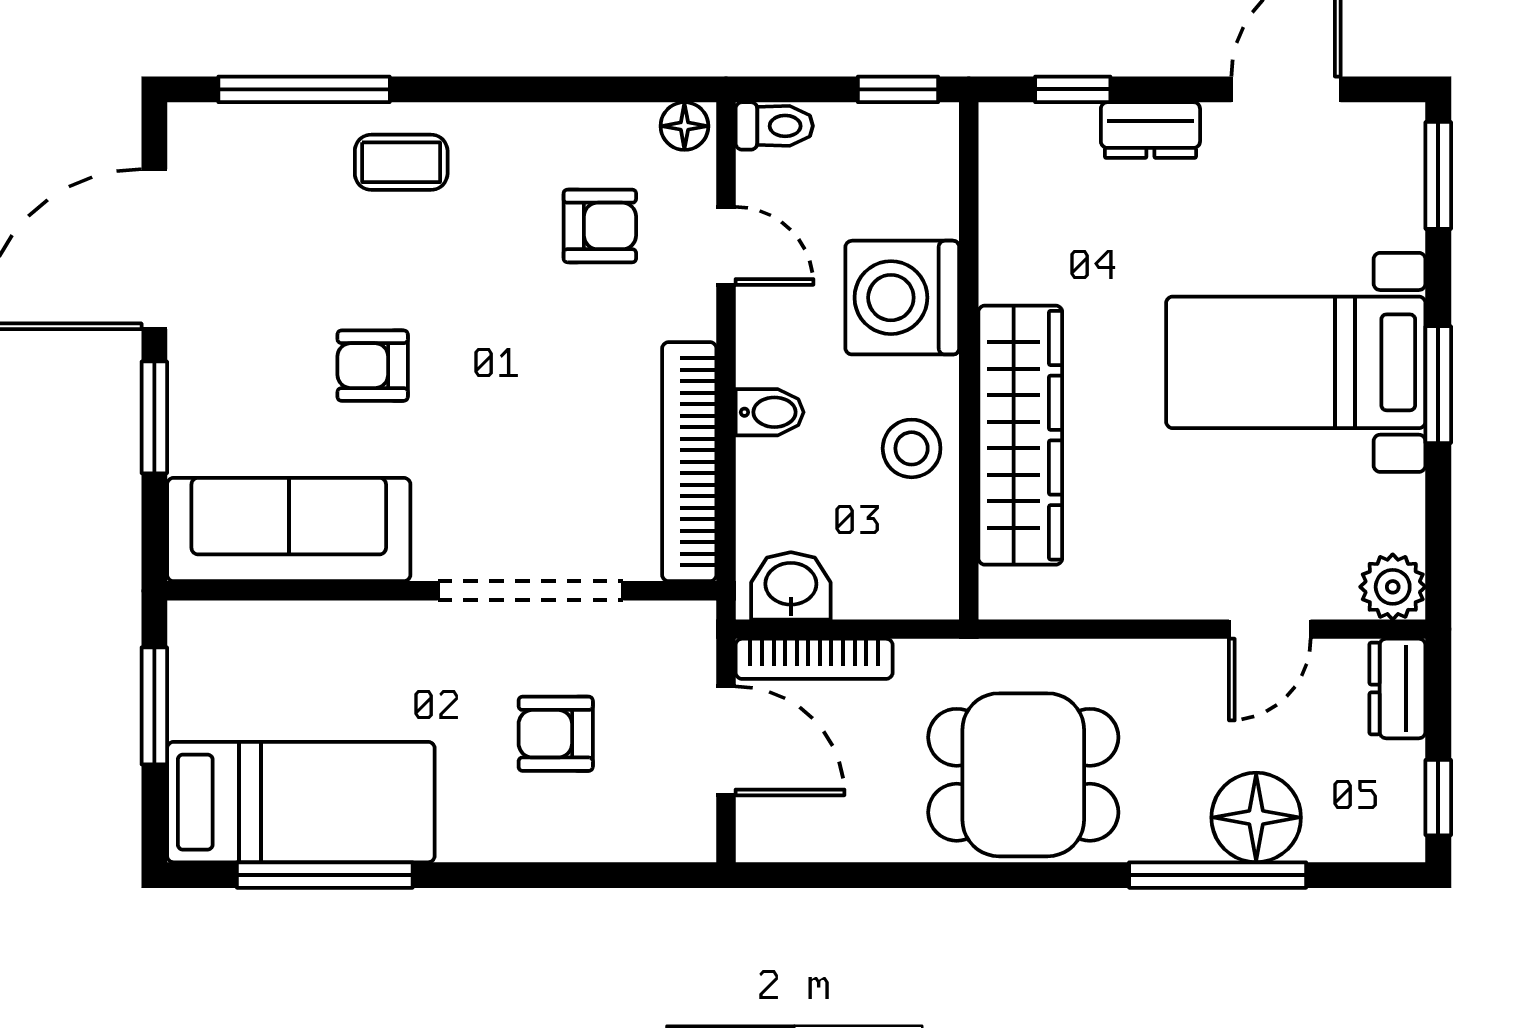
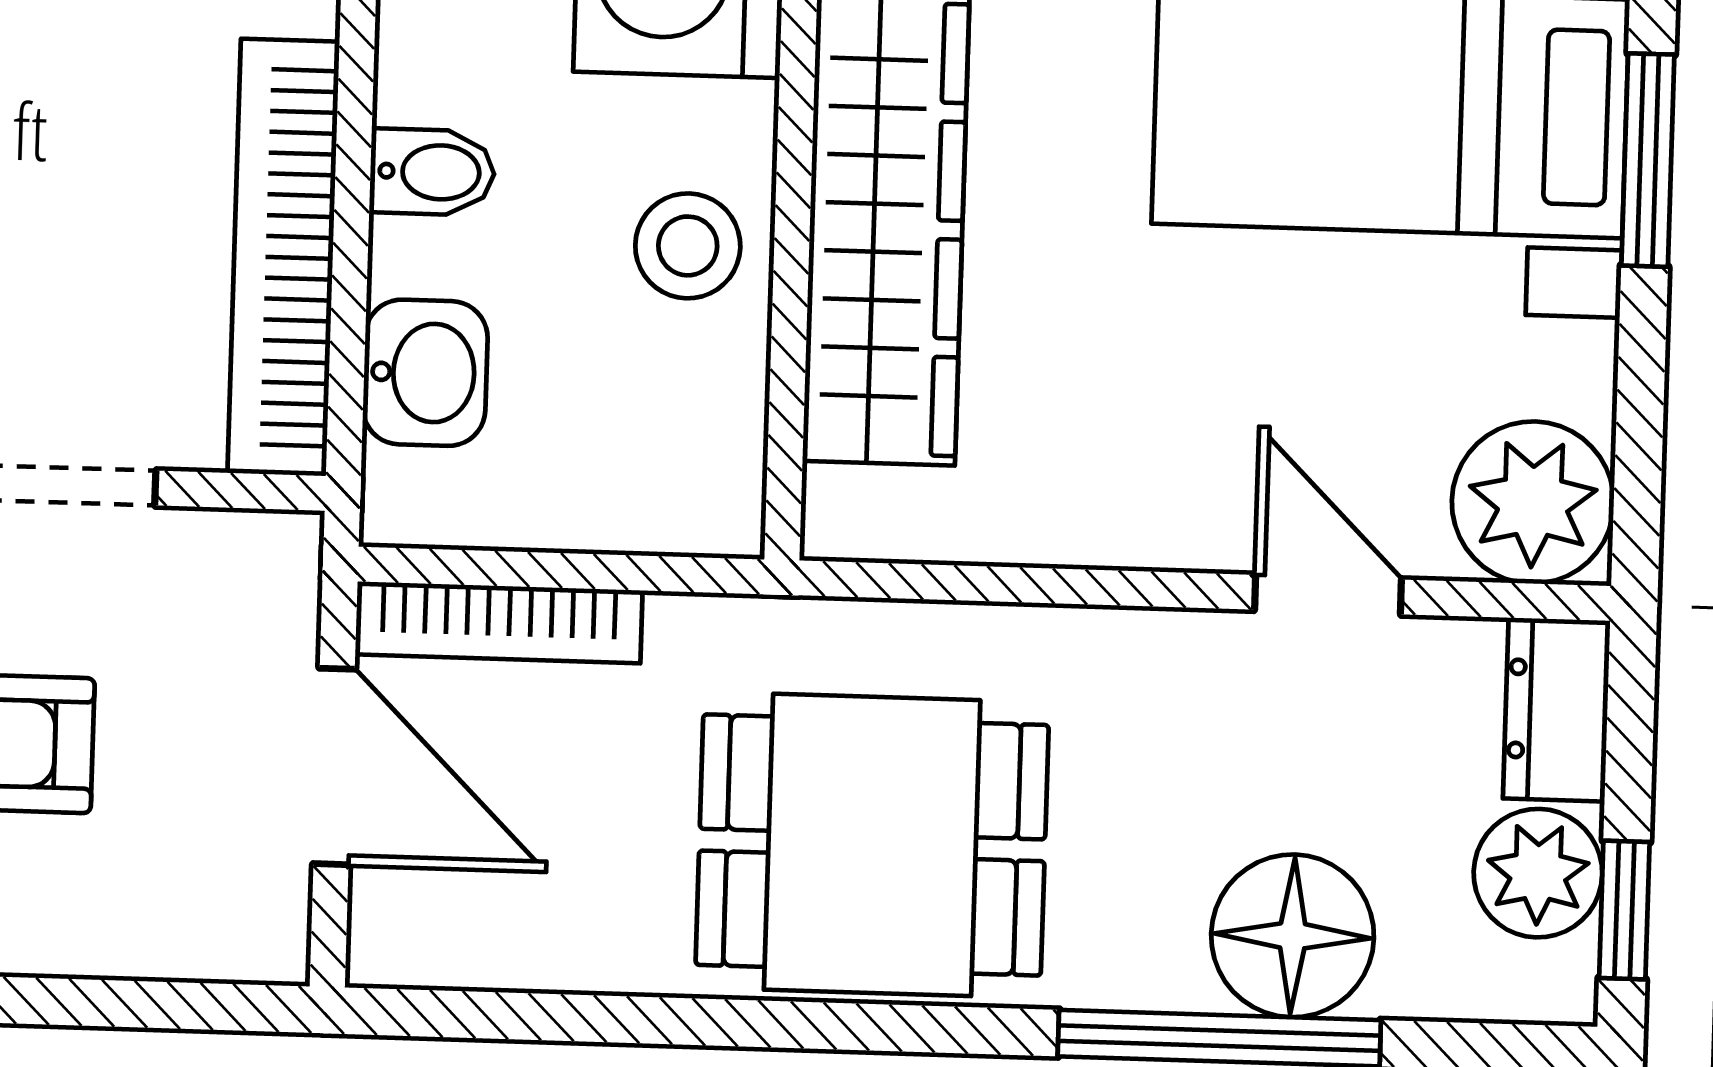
washbasin: (791, 586) -> (425, 373), moved, turned 90
plant: (1393, 587) -> (1533, 502), width x1.36, depth x1.36
door: (1270, 629) -> (1328, 595), swing flipped
plant: (1390, 779) -> (1538, 873), added

